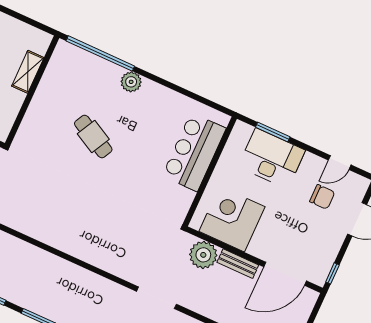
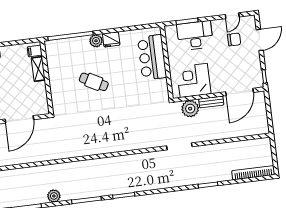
filing cabinet: (38, 44) -> (35, 51), added
fridge: (153, 93) -> (111, 39), added

